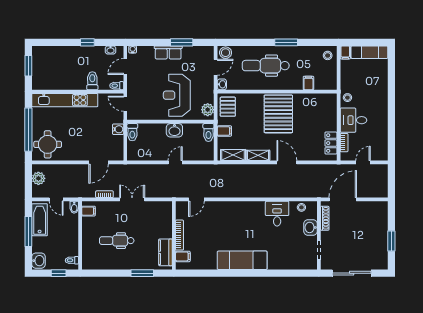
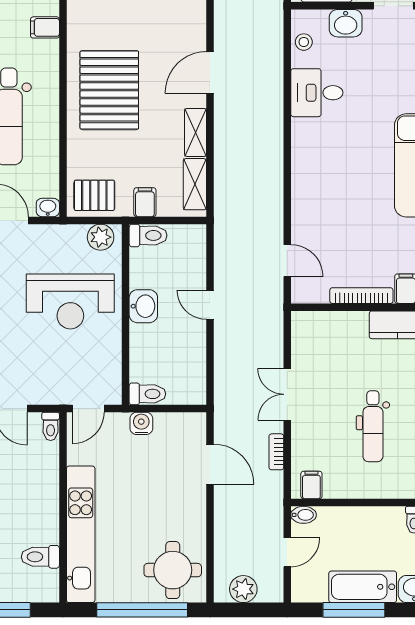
toilet: (92, 81) -> (40, 557), moved
pallet: (278, 114) -> (109, 90), turned 90
bathtub: (40, 220) -> (363, 587), moved

